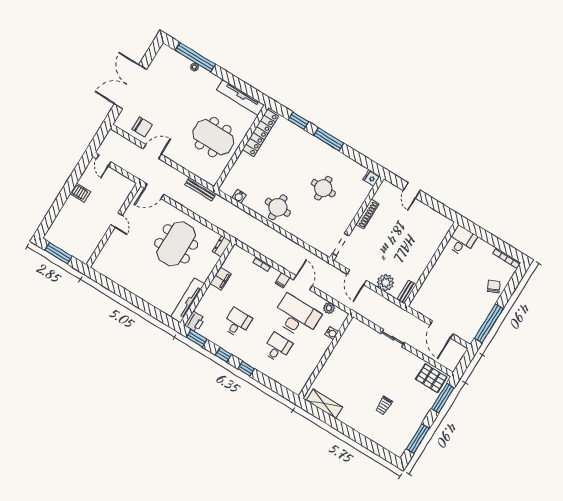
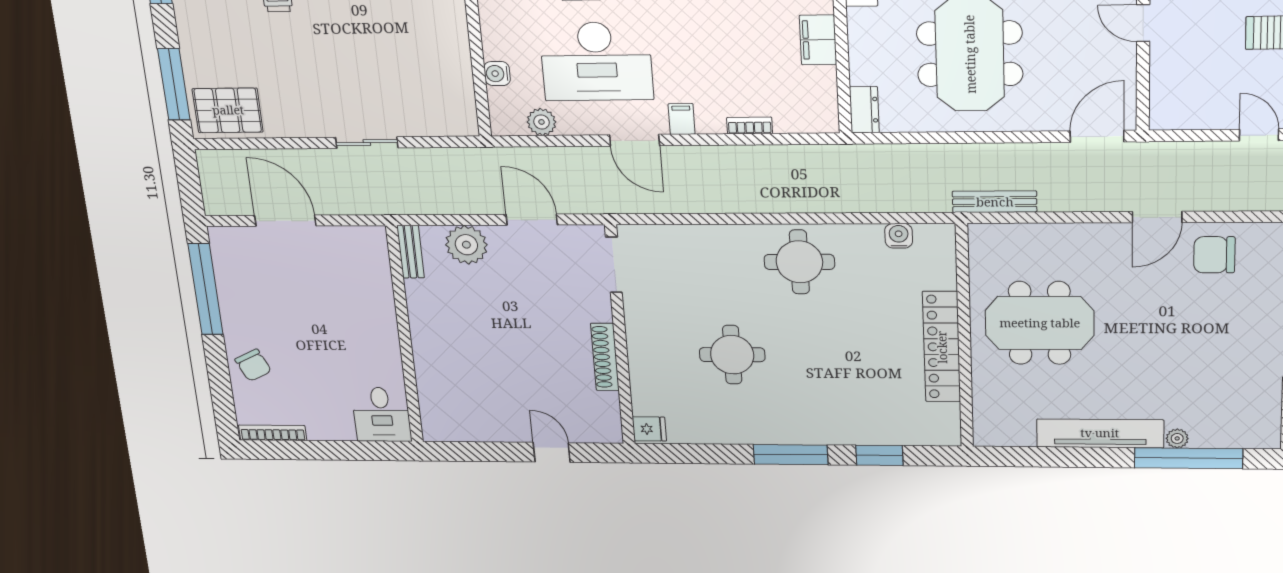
tv unit: (240, 97) -> (1100, 433), moved
locker: (260, 133) -> (942, 347), moved

